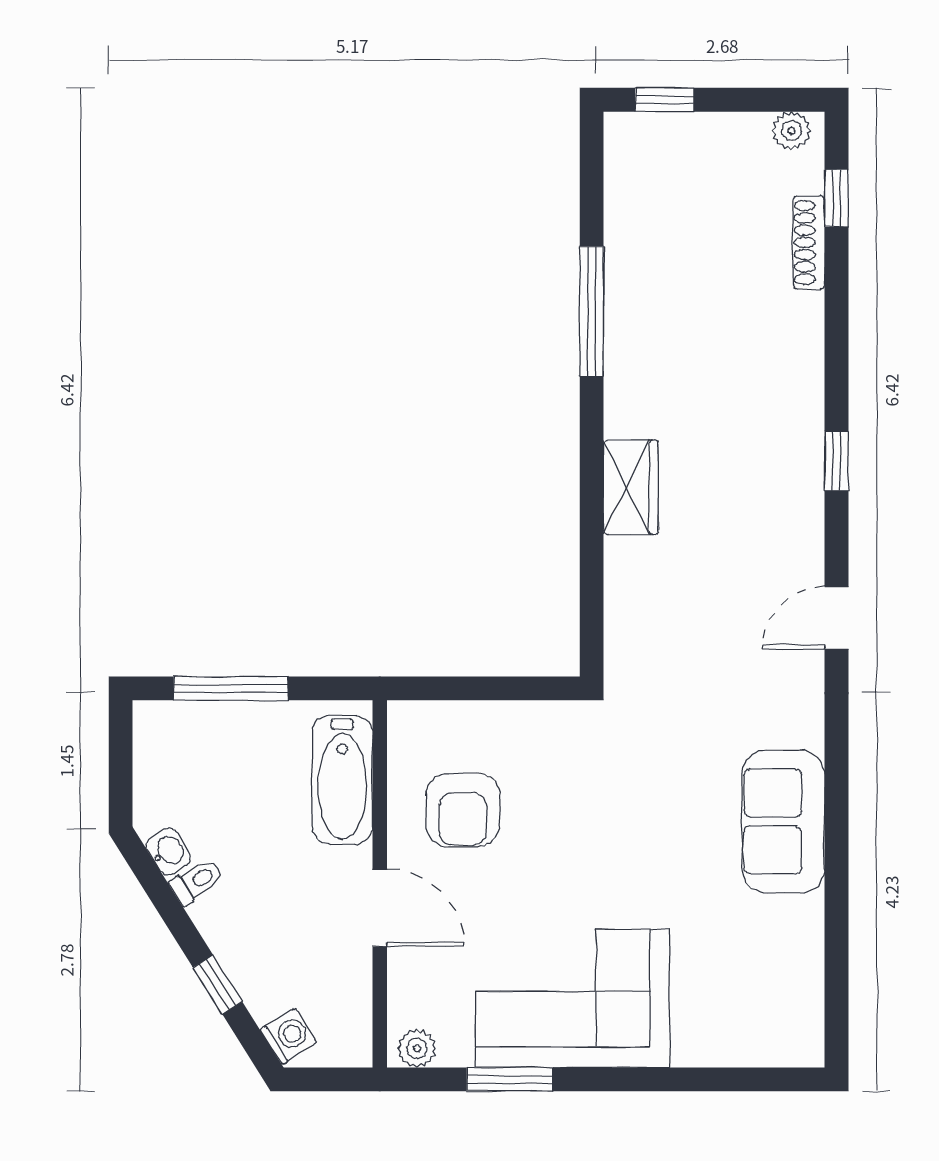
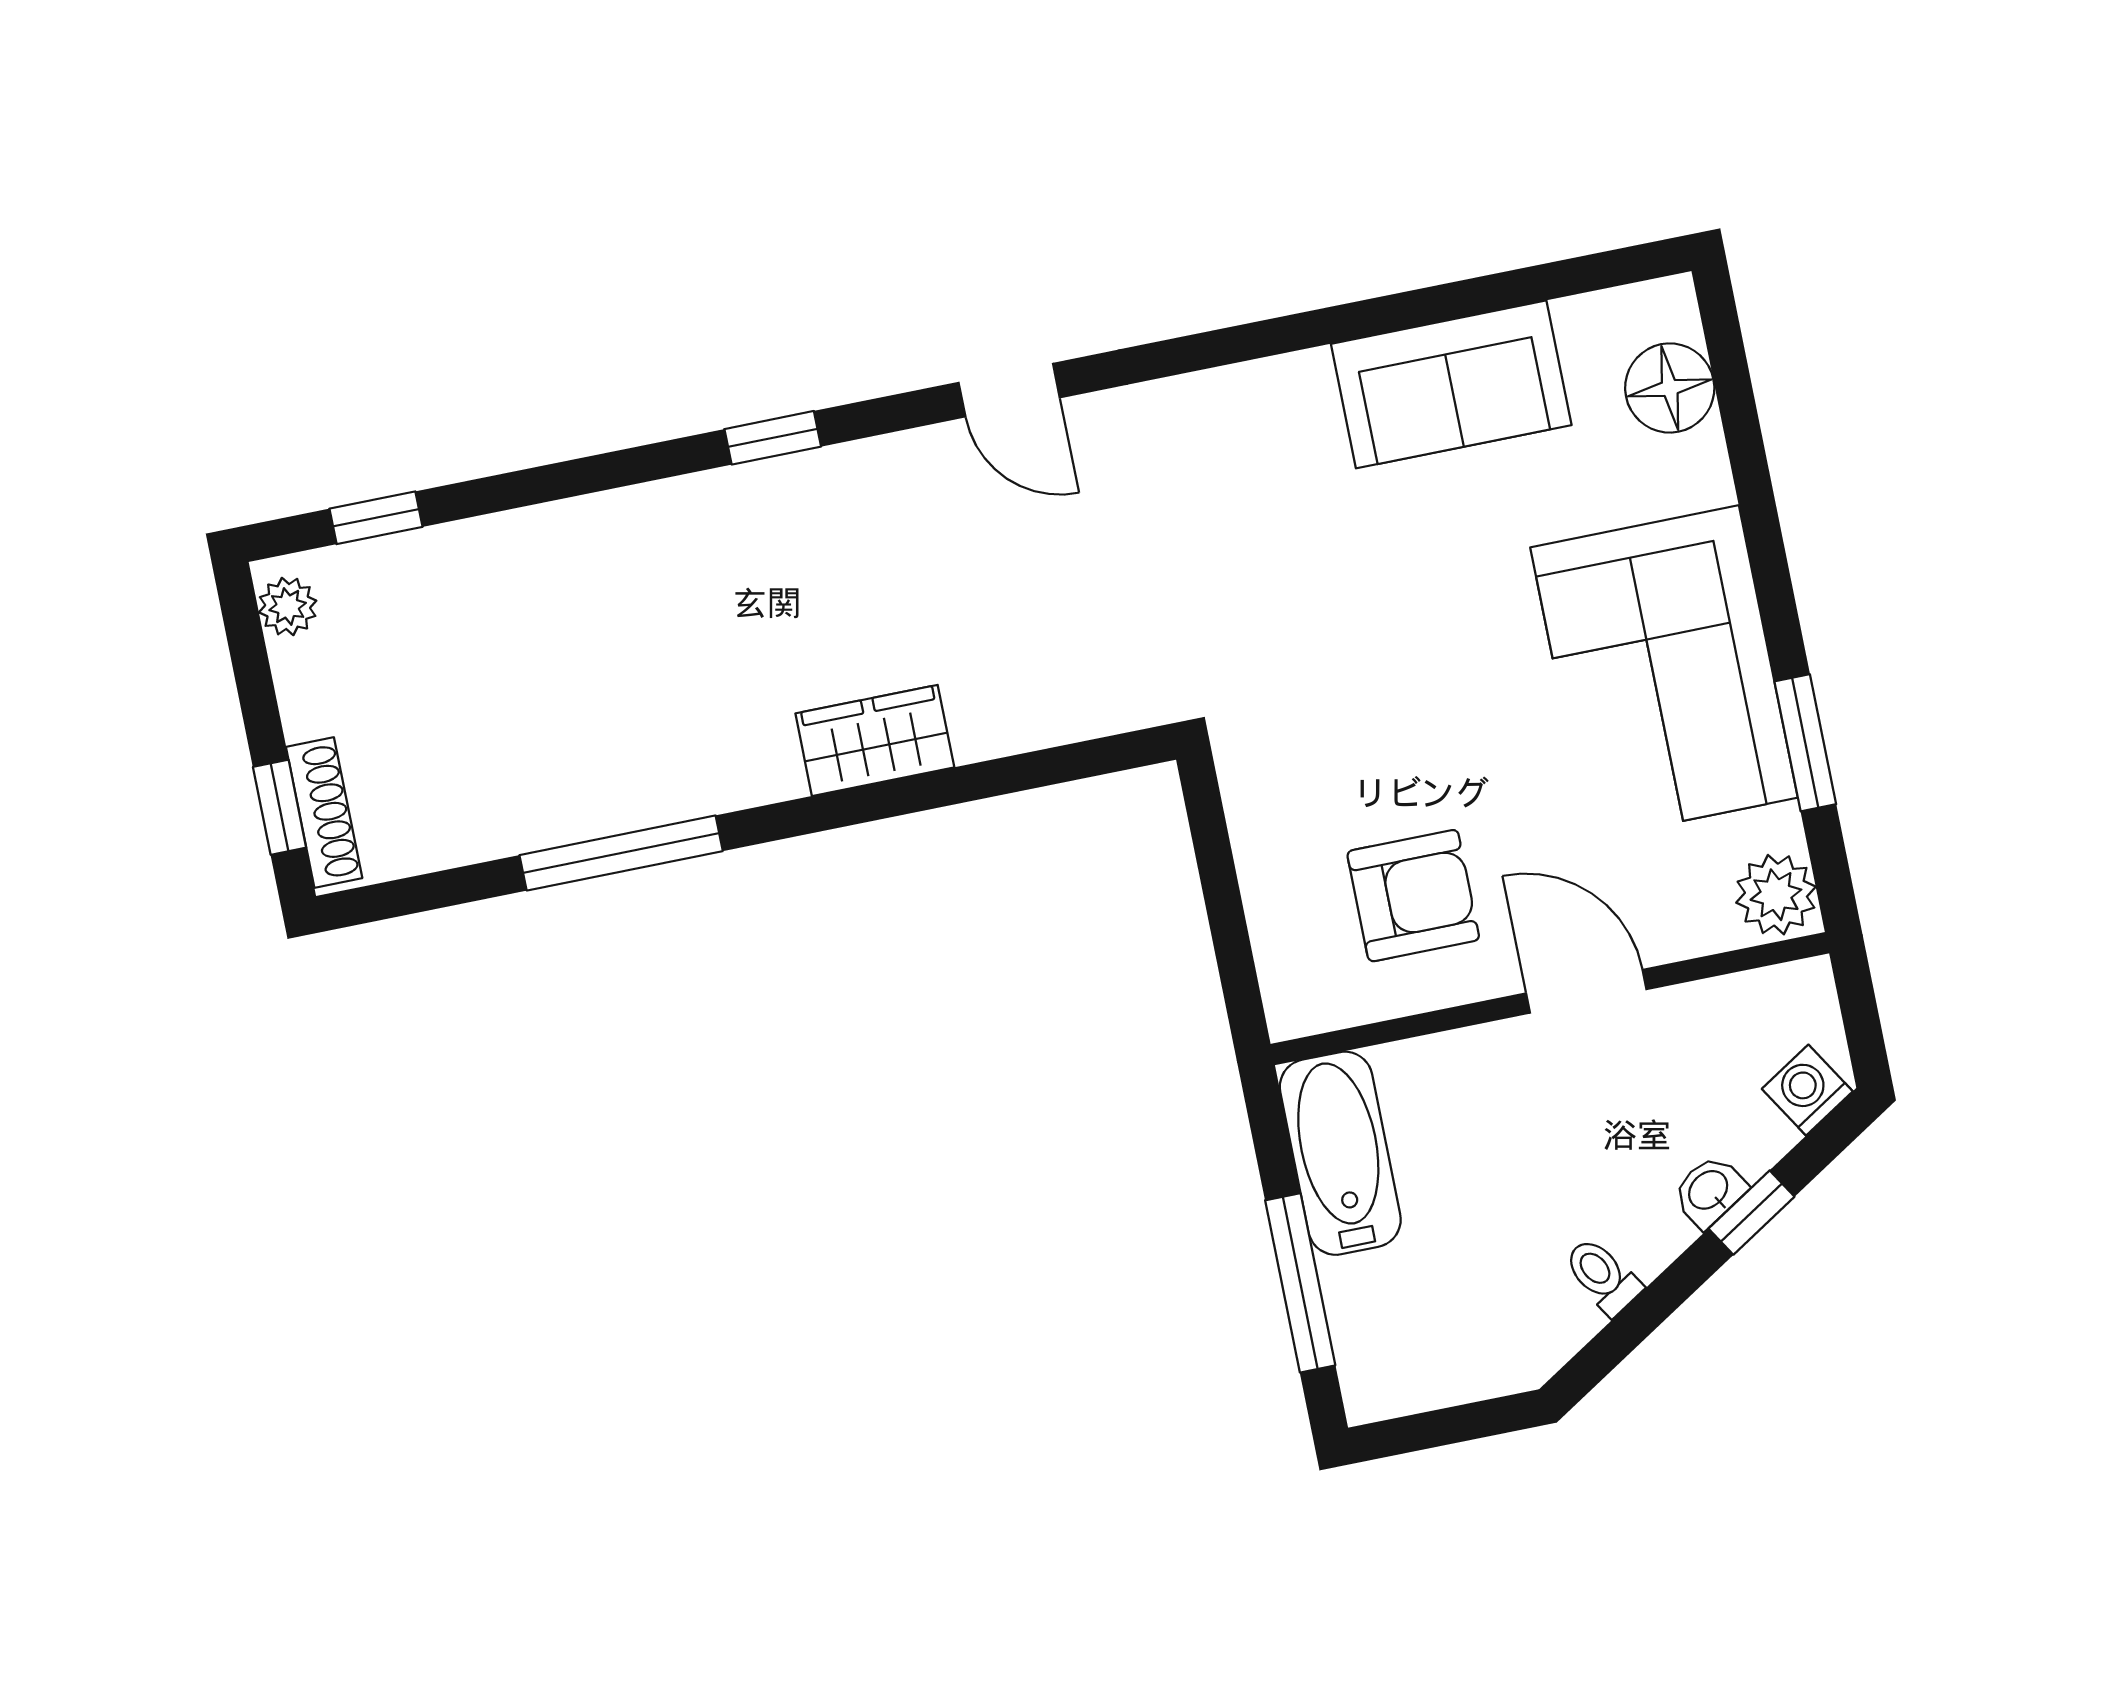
shoe rack: (809, 242) -> (324, 813), moved, turned -90
bathtub: (342, 780) -> (1340, 1153), moved, turned -90
sofa: (783, 821) -> (1451, 384), moved
washbasin: (168, 852) -> (1709, 1191), moved
door: (380, 908) -> (1586, 991), hinge flipped
floor lamp: (753, 1039) -> (1670, 388), added
plant: (417, 1048) -> (1776, 895), width x1.38, depth x1.38

